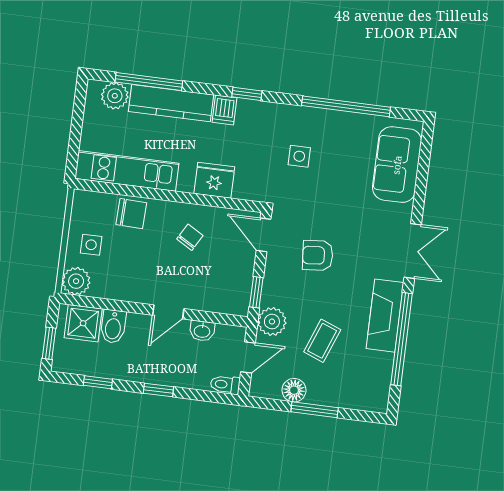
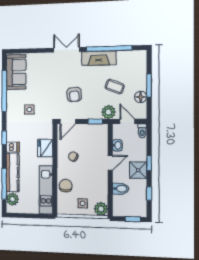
sofa: (397, 165) -> (16, 72), moved, turned -90
door: (168, 312) -> (110, 163), hinge flipped
shower: (83, 323) -> (138, 170), moved

